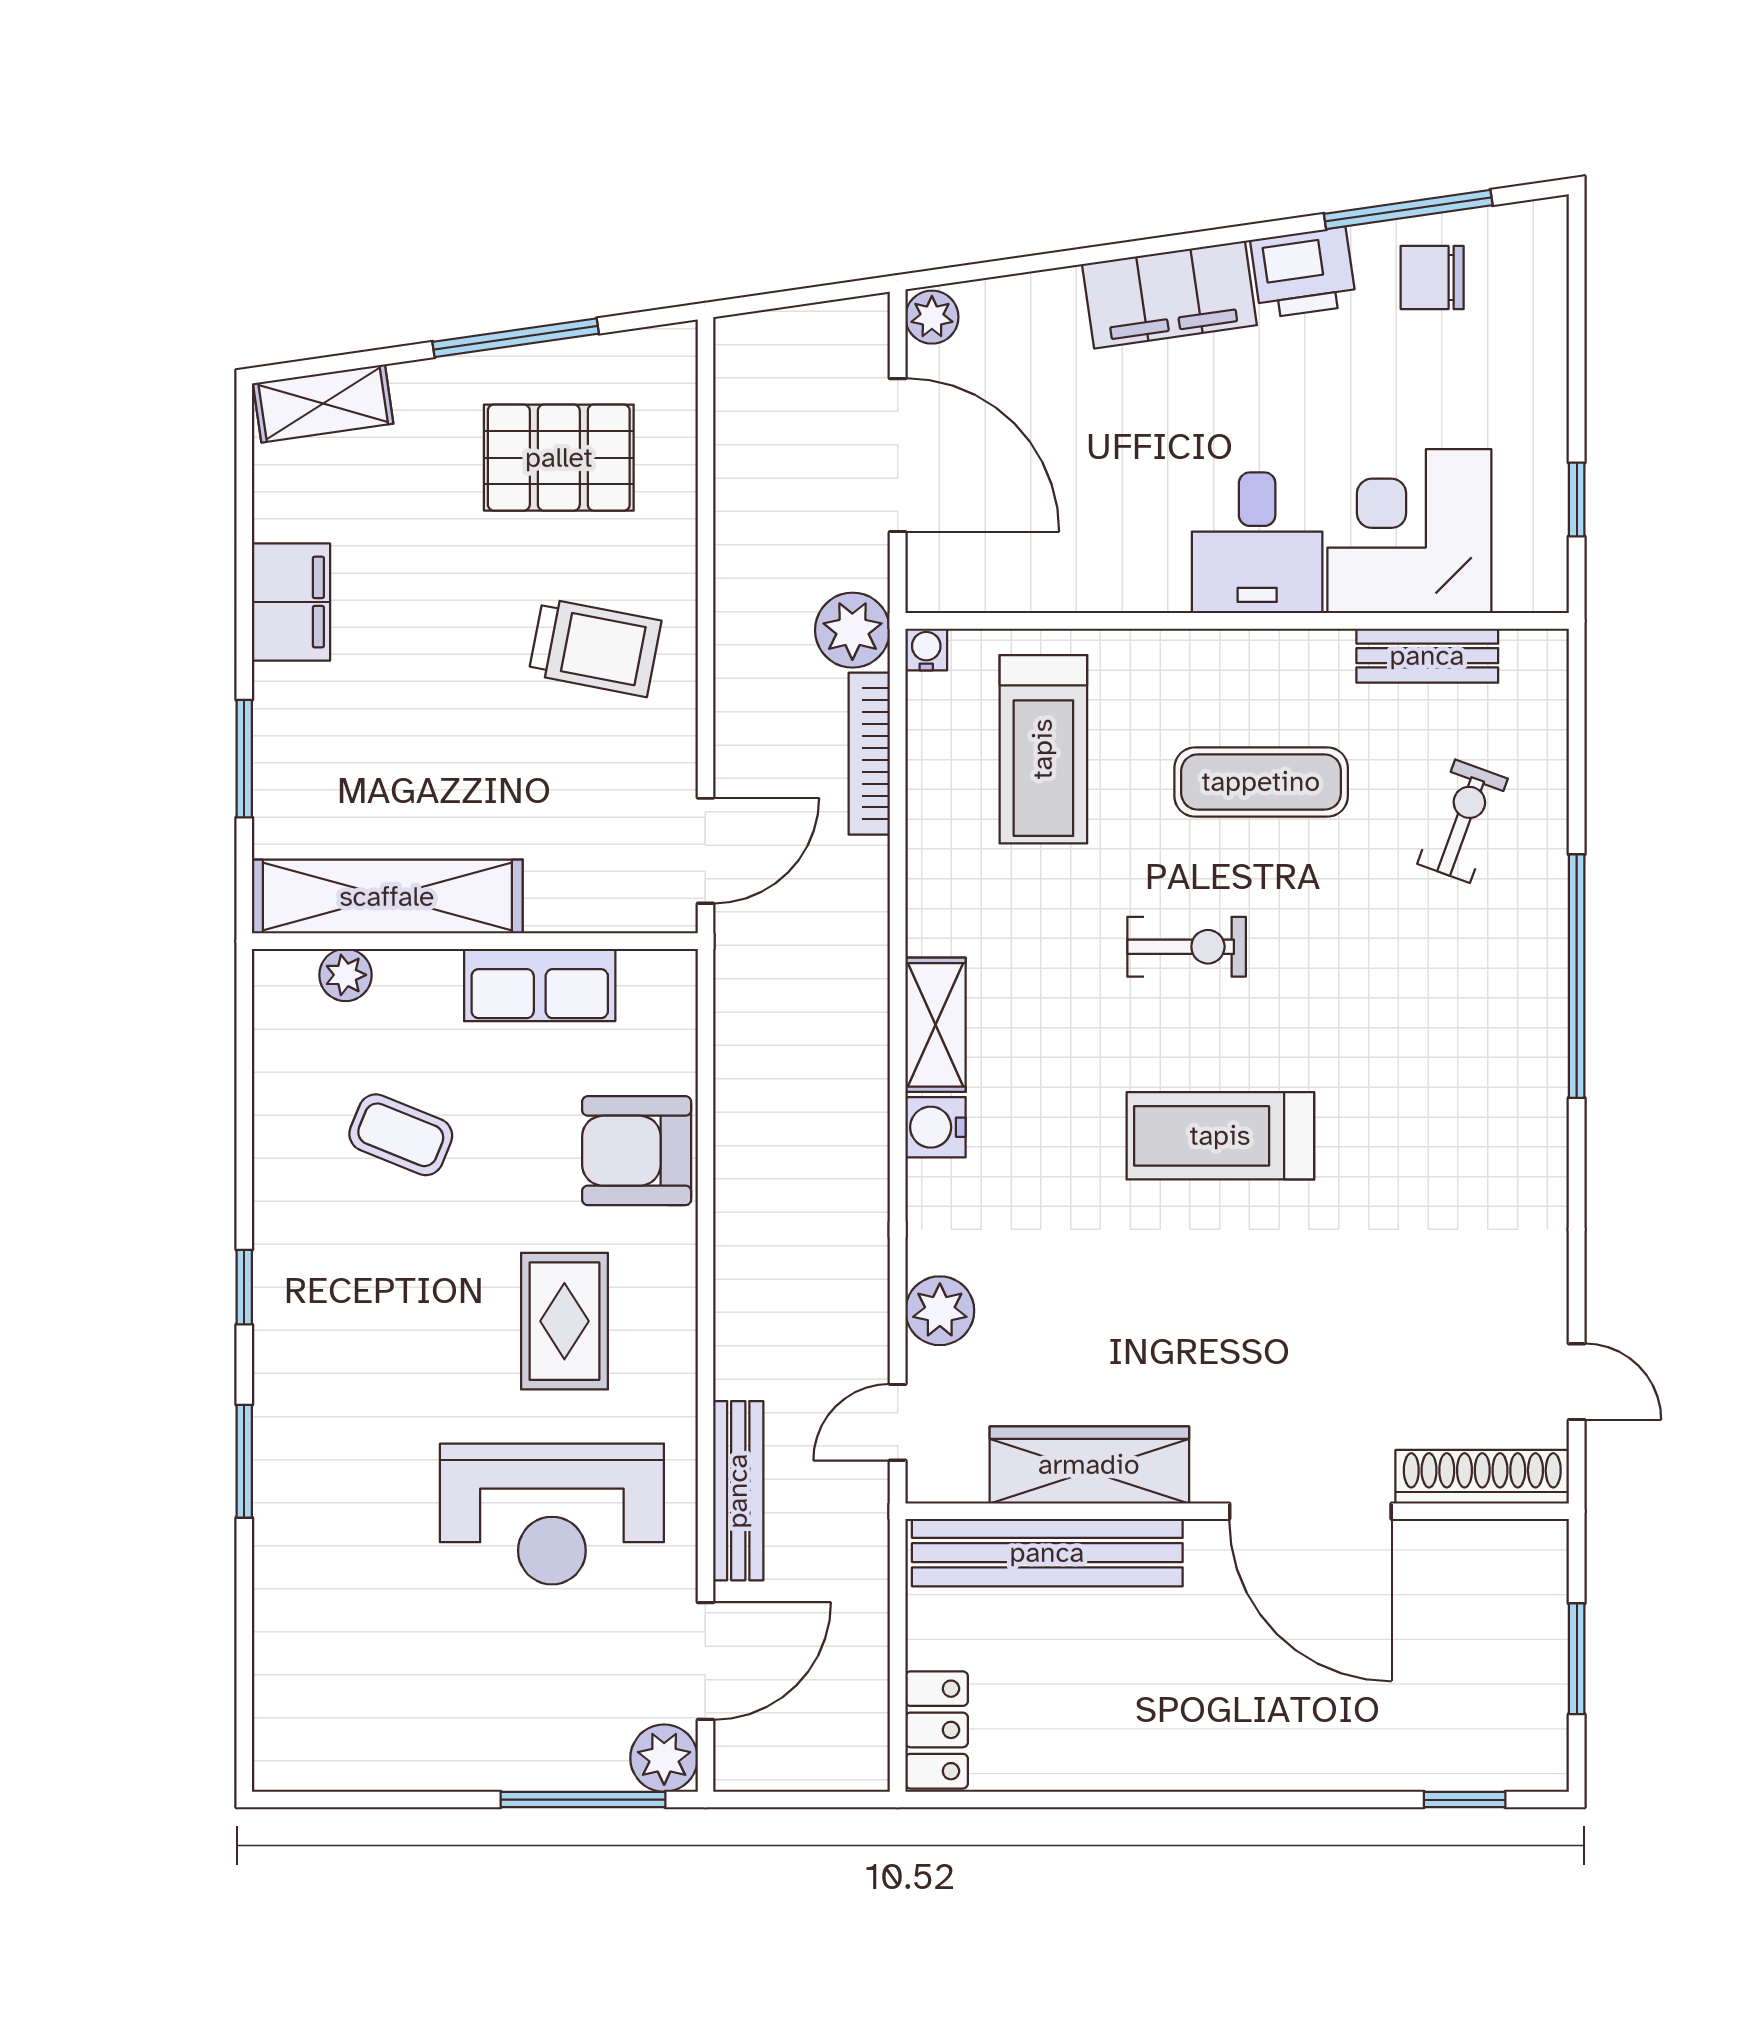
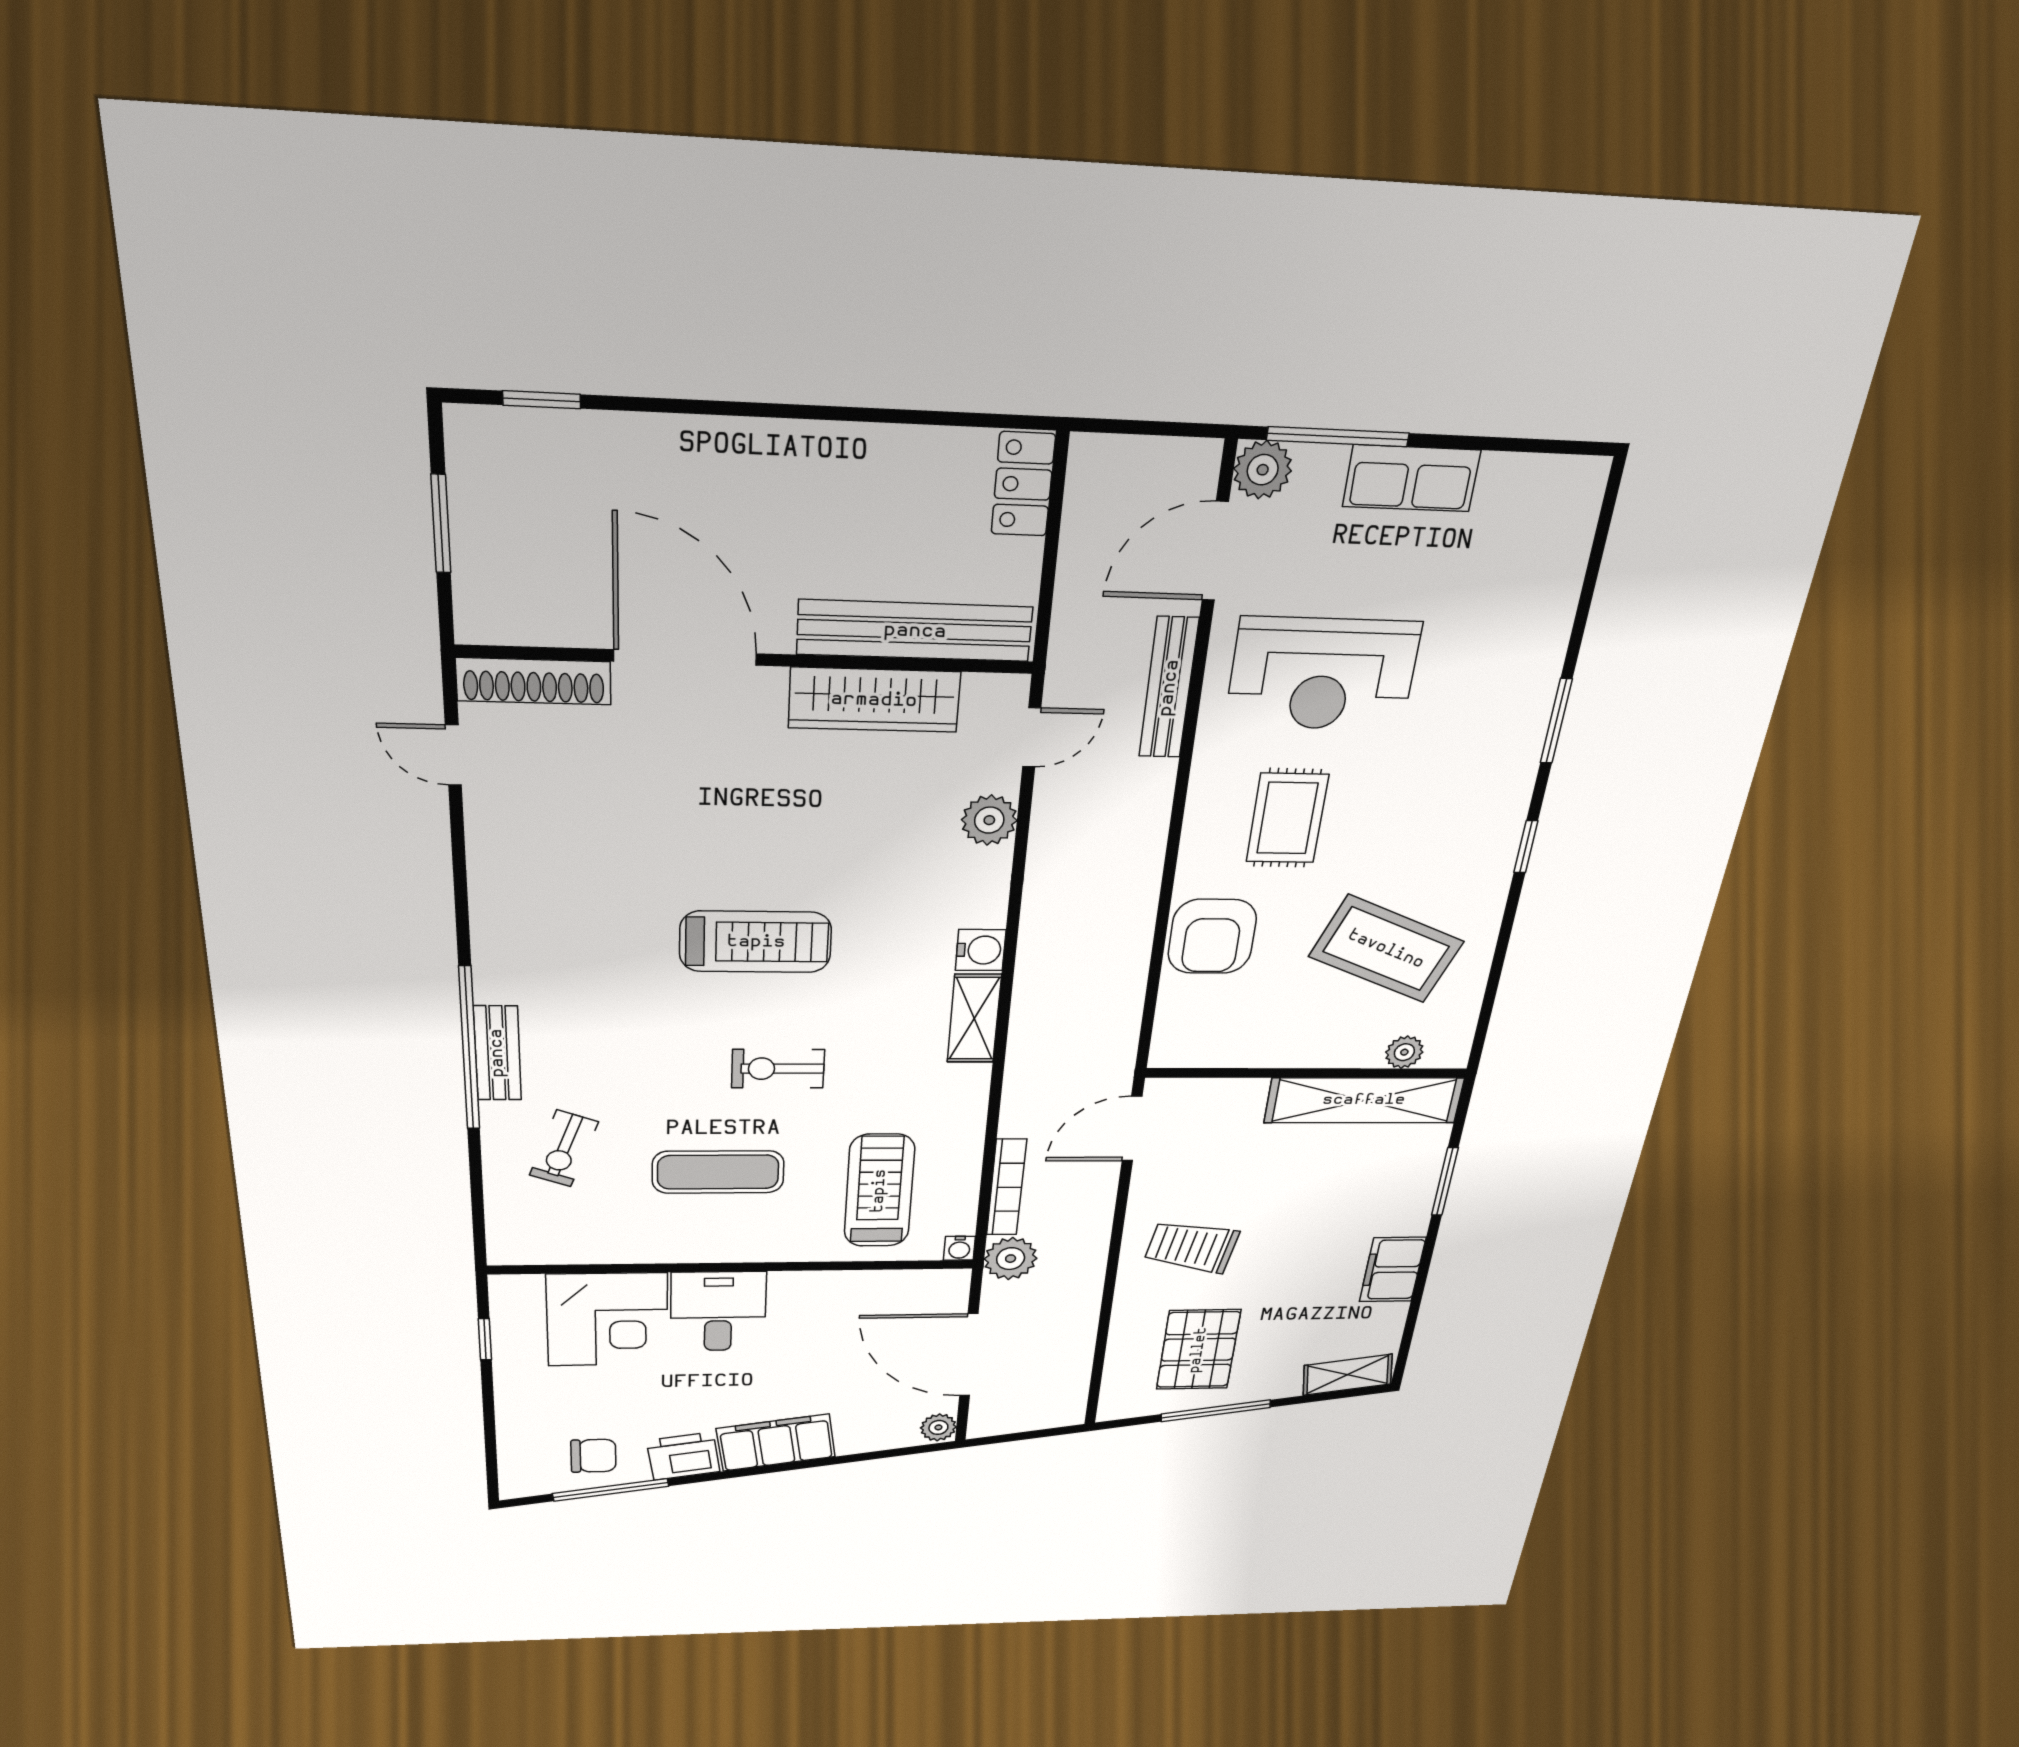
pallet: (559, 458) -> (1198, 1350), turned 90
bench: (1427, 656) -> (497, 1053), moved, turned 90
row of seats: (540, 985) -> (1412, 478), moved, turned 180
coffee table: (401, 1135) -> (1386, 949), width x1.86, depth x1.72
armchair: (637, 1151) -> (1212, 936), turned 90
reception desk: (552, 1514) -> (1323, 674), turned 180

